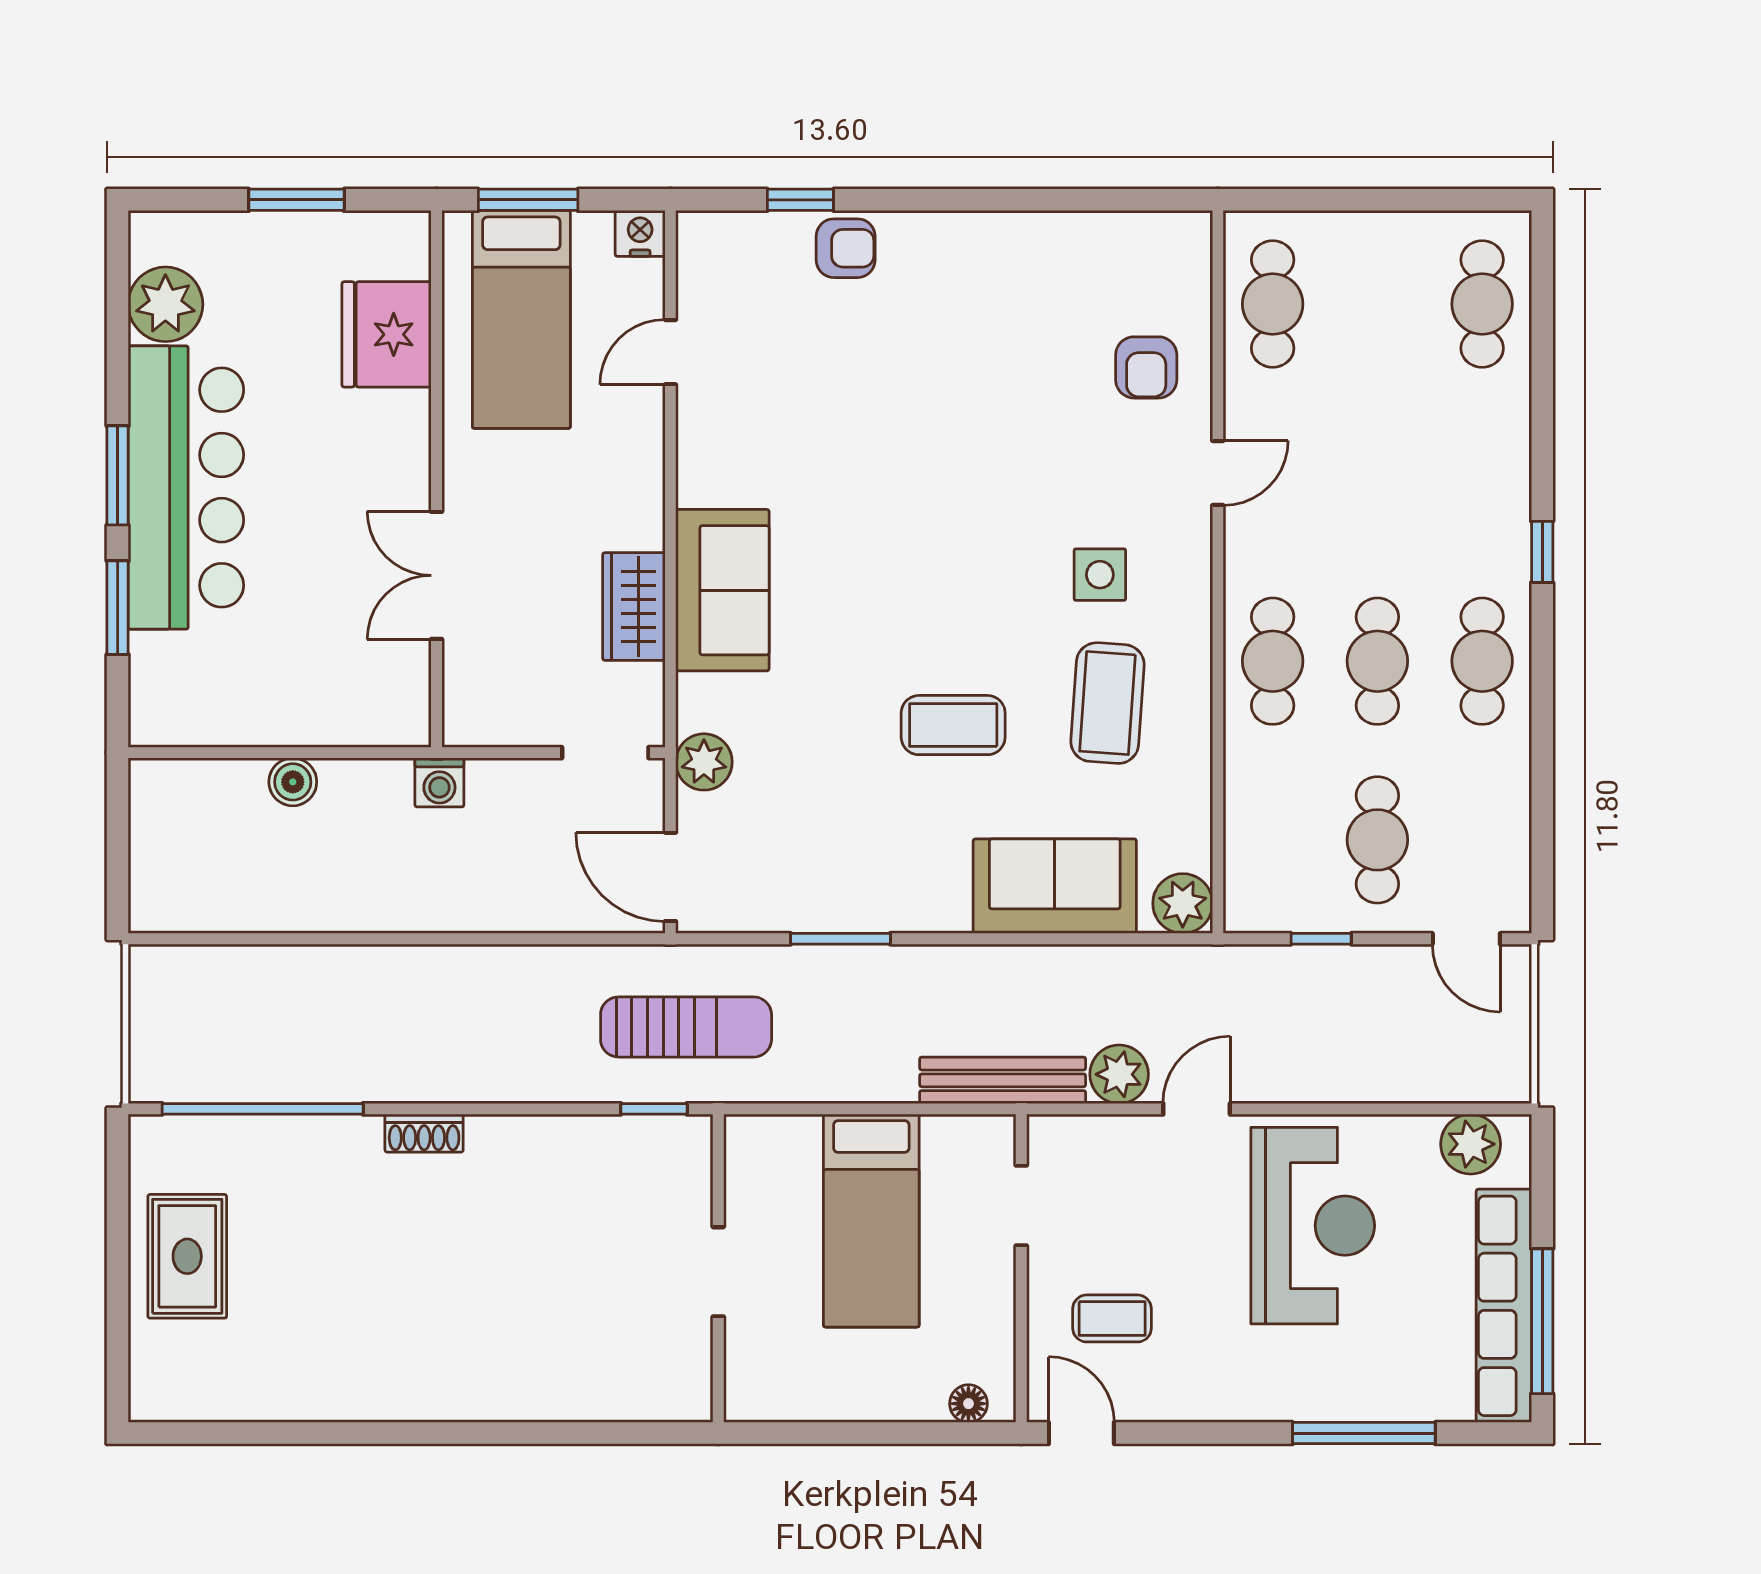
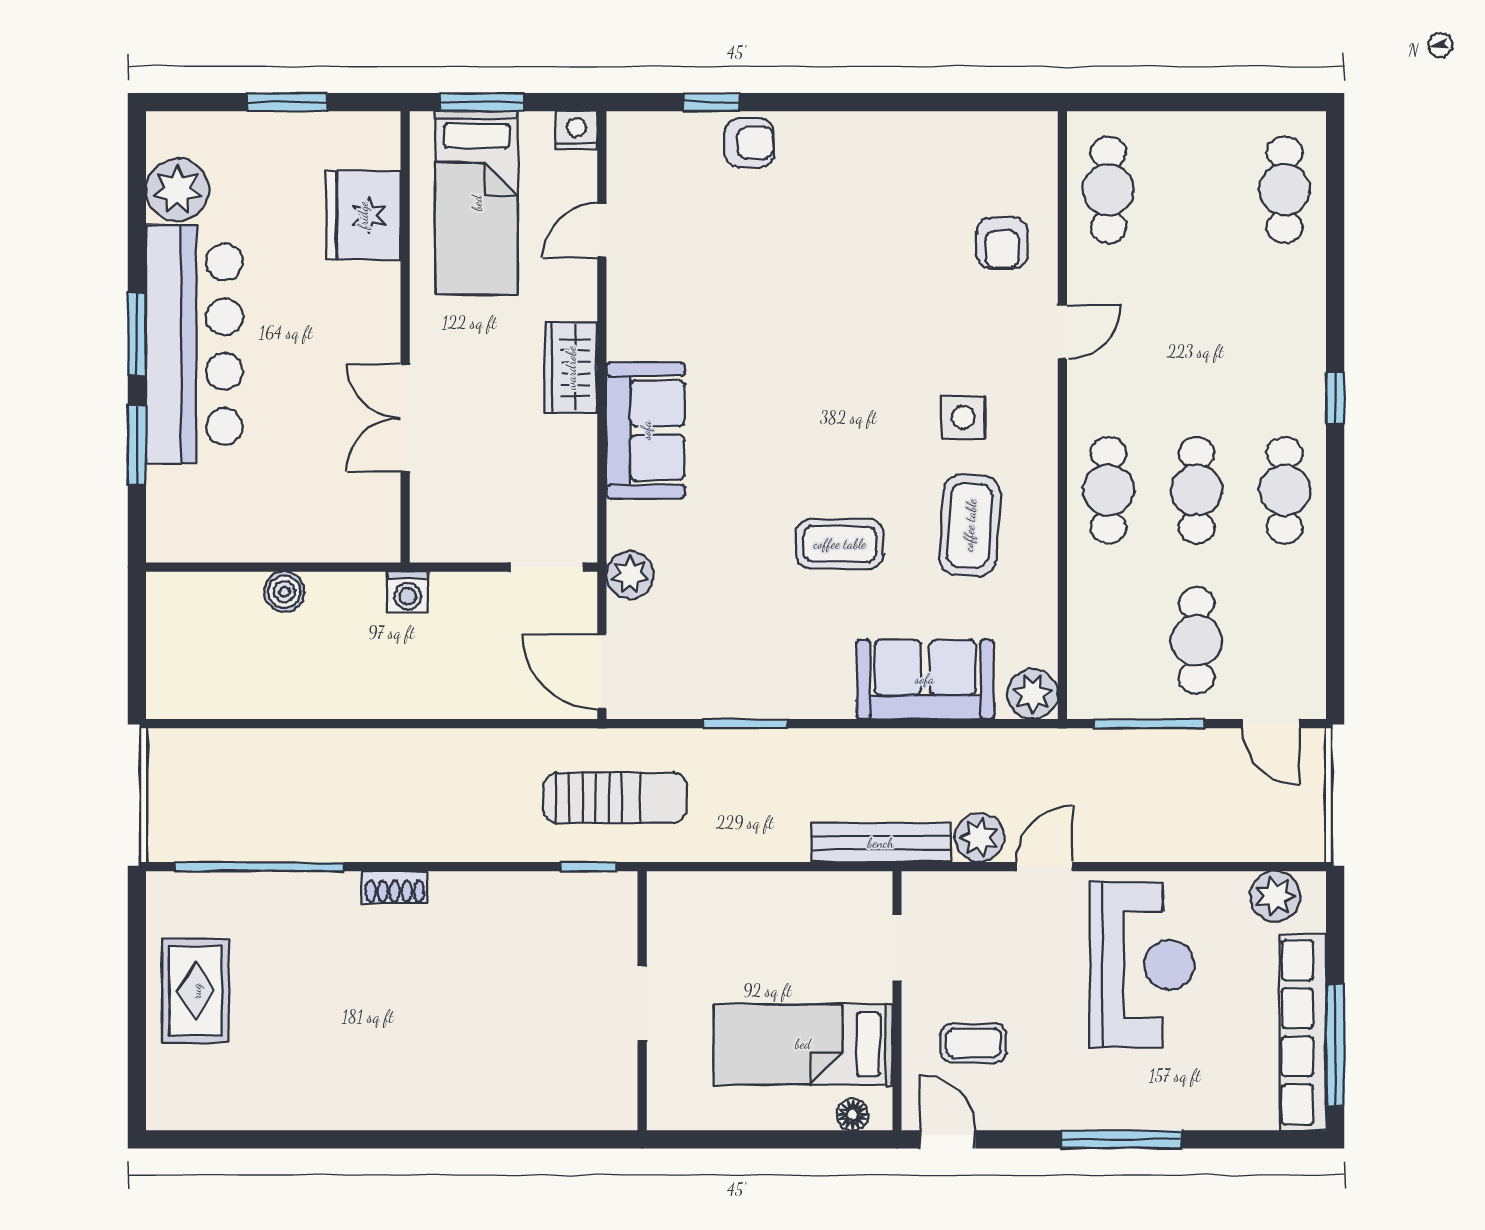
wardrobe: (634, 606) -> (571, 368), moved
window: (1321, 939) -> (1149, 724), width x2.17
bed: (871, 1221) -> (803, 1044), moved, turned 90
window: (1364, 1433) -> (1122, 1139), moved

